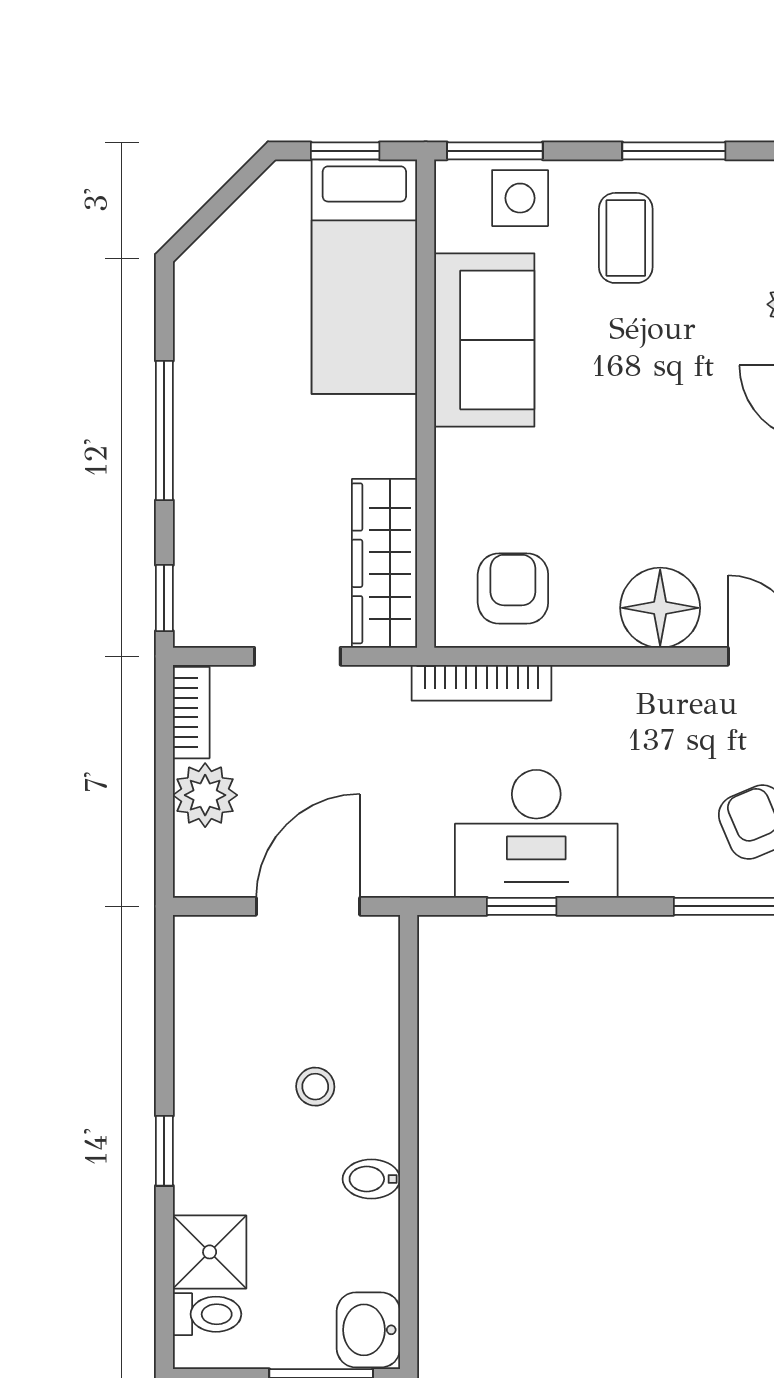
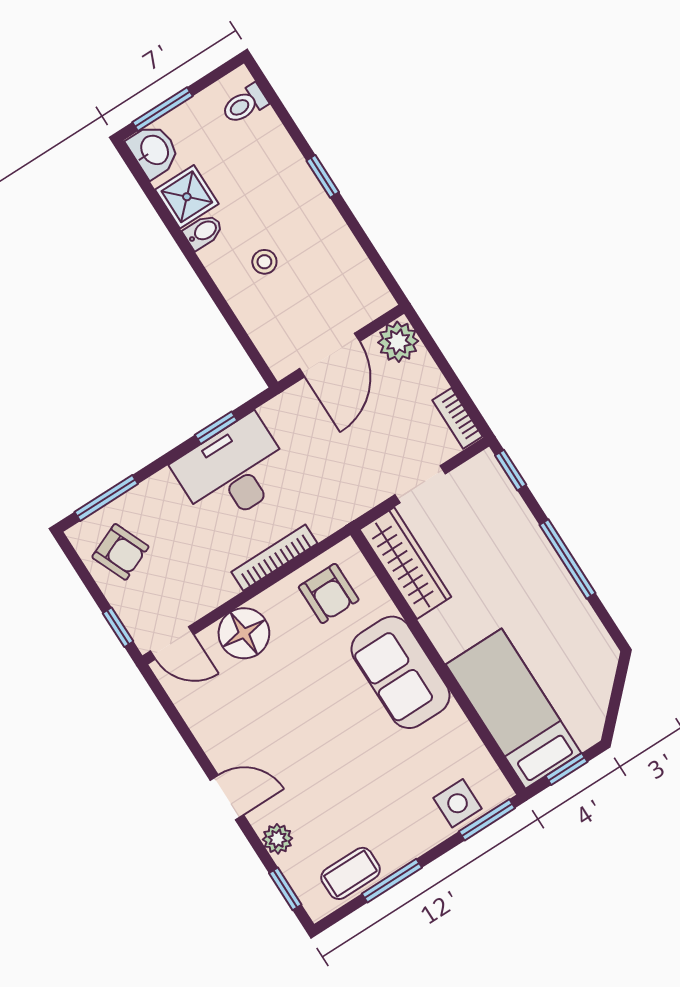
coffee table: (626, 238) -> (351, 873), moved, turned 90
sofa: (484, 340) -> (400, 672), moved
bookcase: (481, 683) -> (274, 558), moved
plant: (205, 795) -> (398, 342), moved
shower: (210, 1252) -> (187, 197), moved

